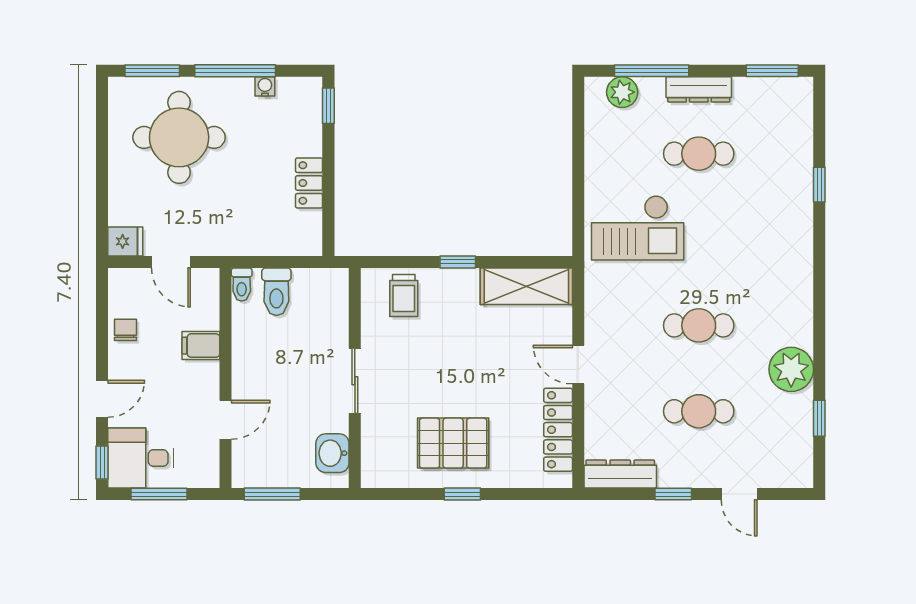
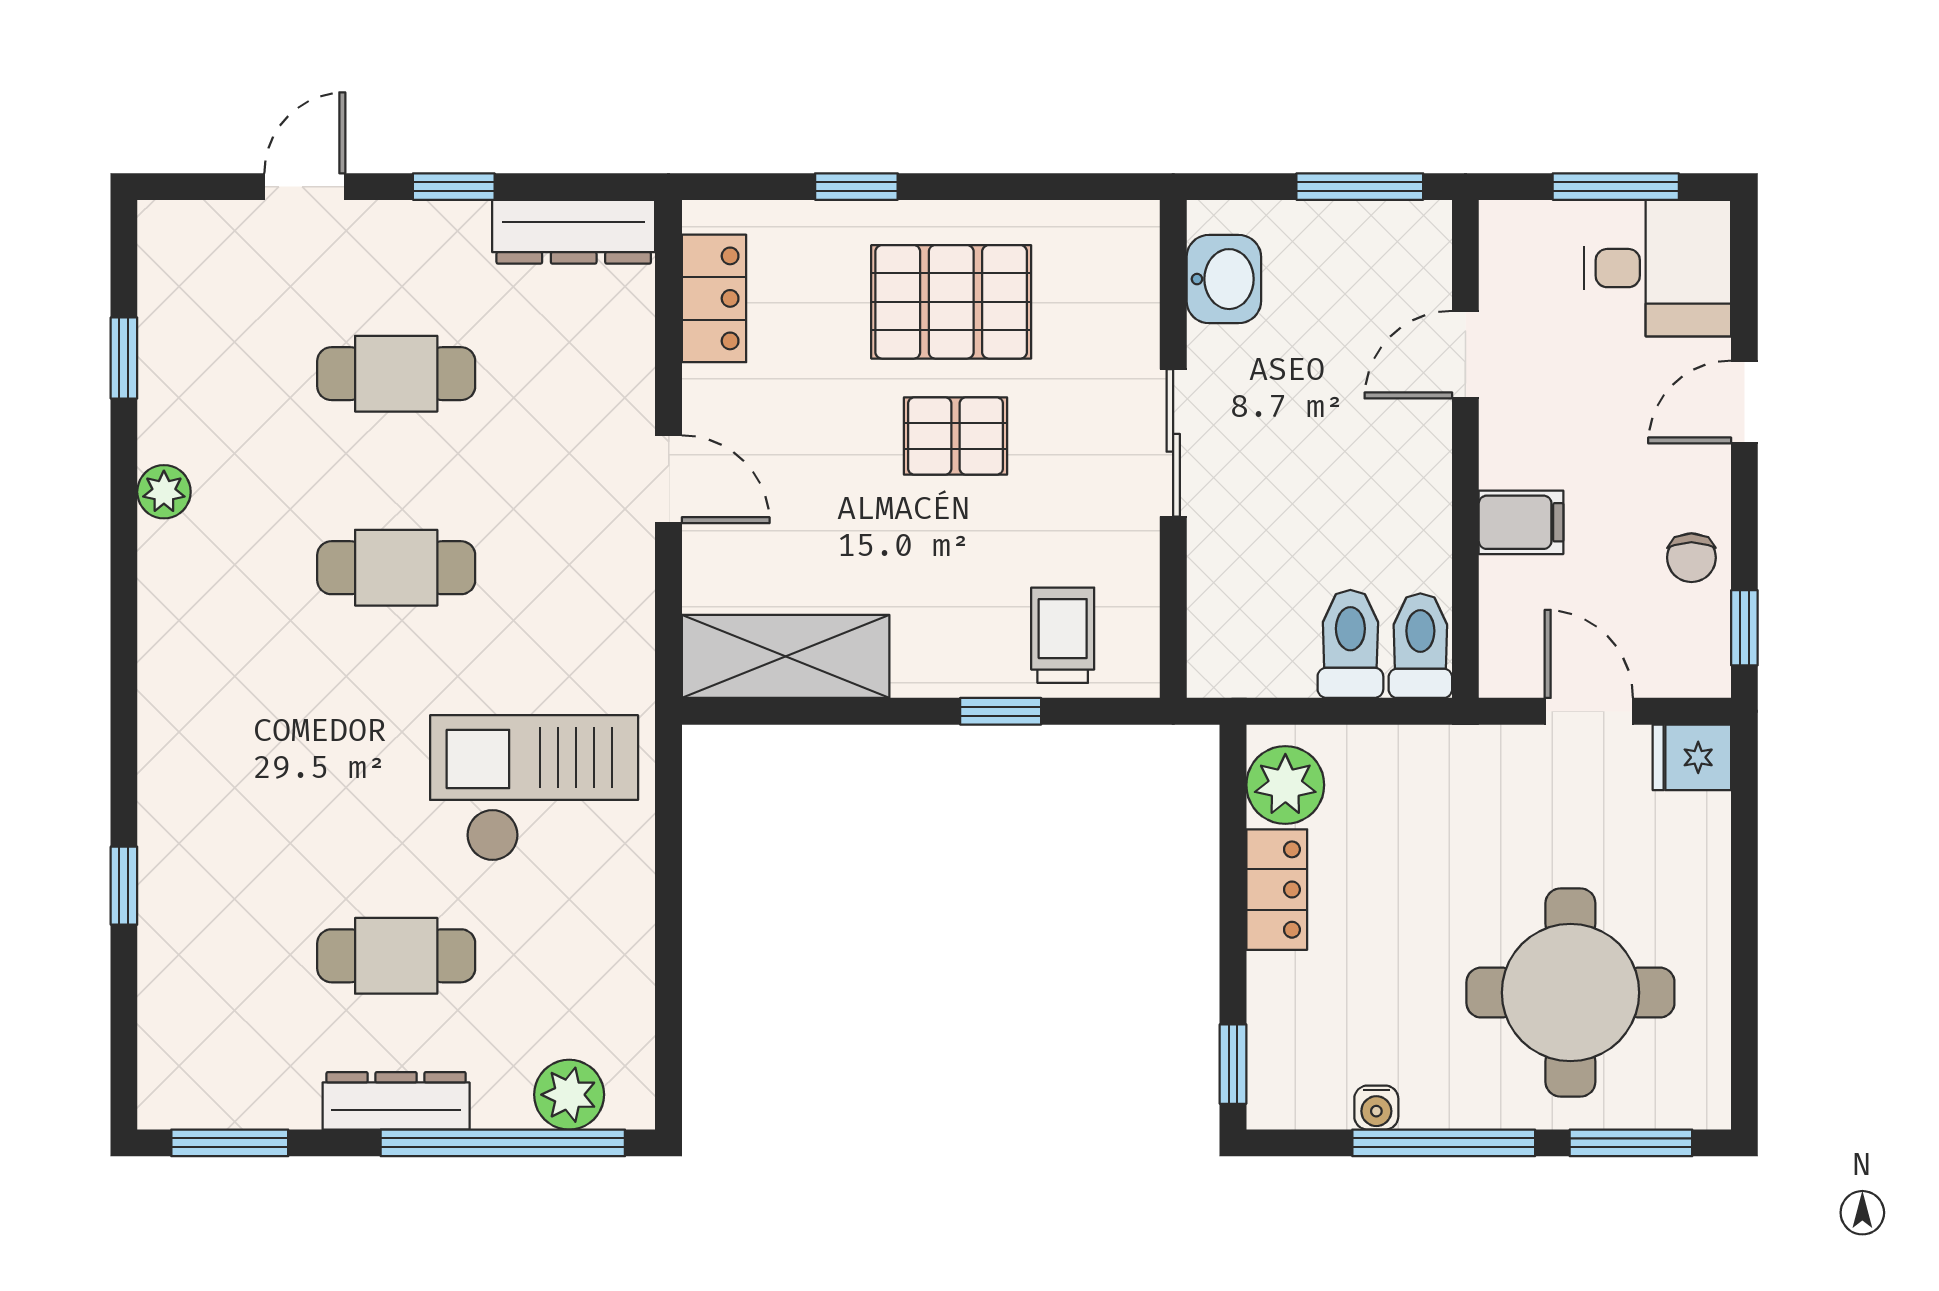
window: (652, 71) -> (503, 1143), width x1.46
plant: (305, 229) -> (1285, 785), added
window: (458, 262) -> (1001, 711), moved
toilet: (242, 284) -> (1420, 646), width x1.37, depth x1.39
plant: (791, 369) -> (164, 492), width x0.53, depth x0.53
pallet: (451, 384) -> (956, 436), added
locker: (558, 430) -> (714, 298), width x0.66
window: (102, 463) -> (1744, 628), moved
window: (462, 494) -> (856, 187), moved
door: (739, 494) -> (305, 187), hinge flipped

